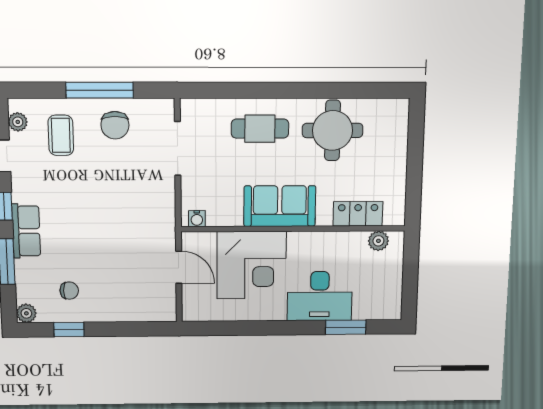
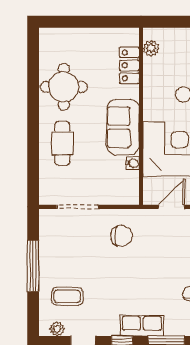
chair: (115, 125) -> (121, 236), moved
water cooler: (197, 219) -> (133, 163), moved

